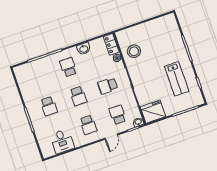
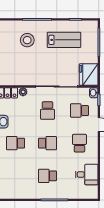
stool: (134, 51) -> (27, 40), moved
school desk: (49, 106) -> (47, 176), turned 180
school desk: (88, 125) -> (79, 143), turned -90

